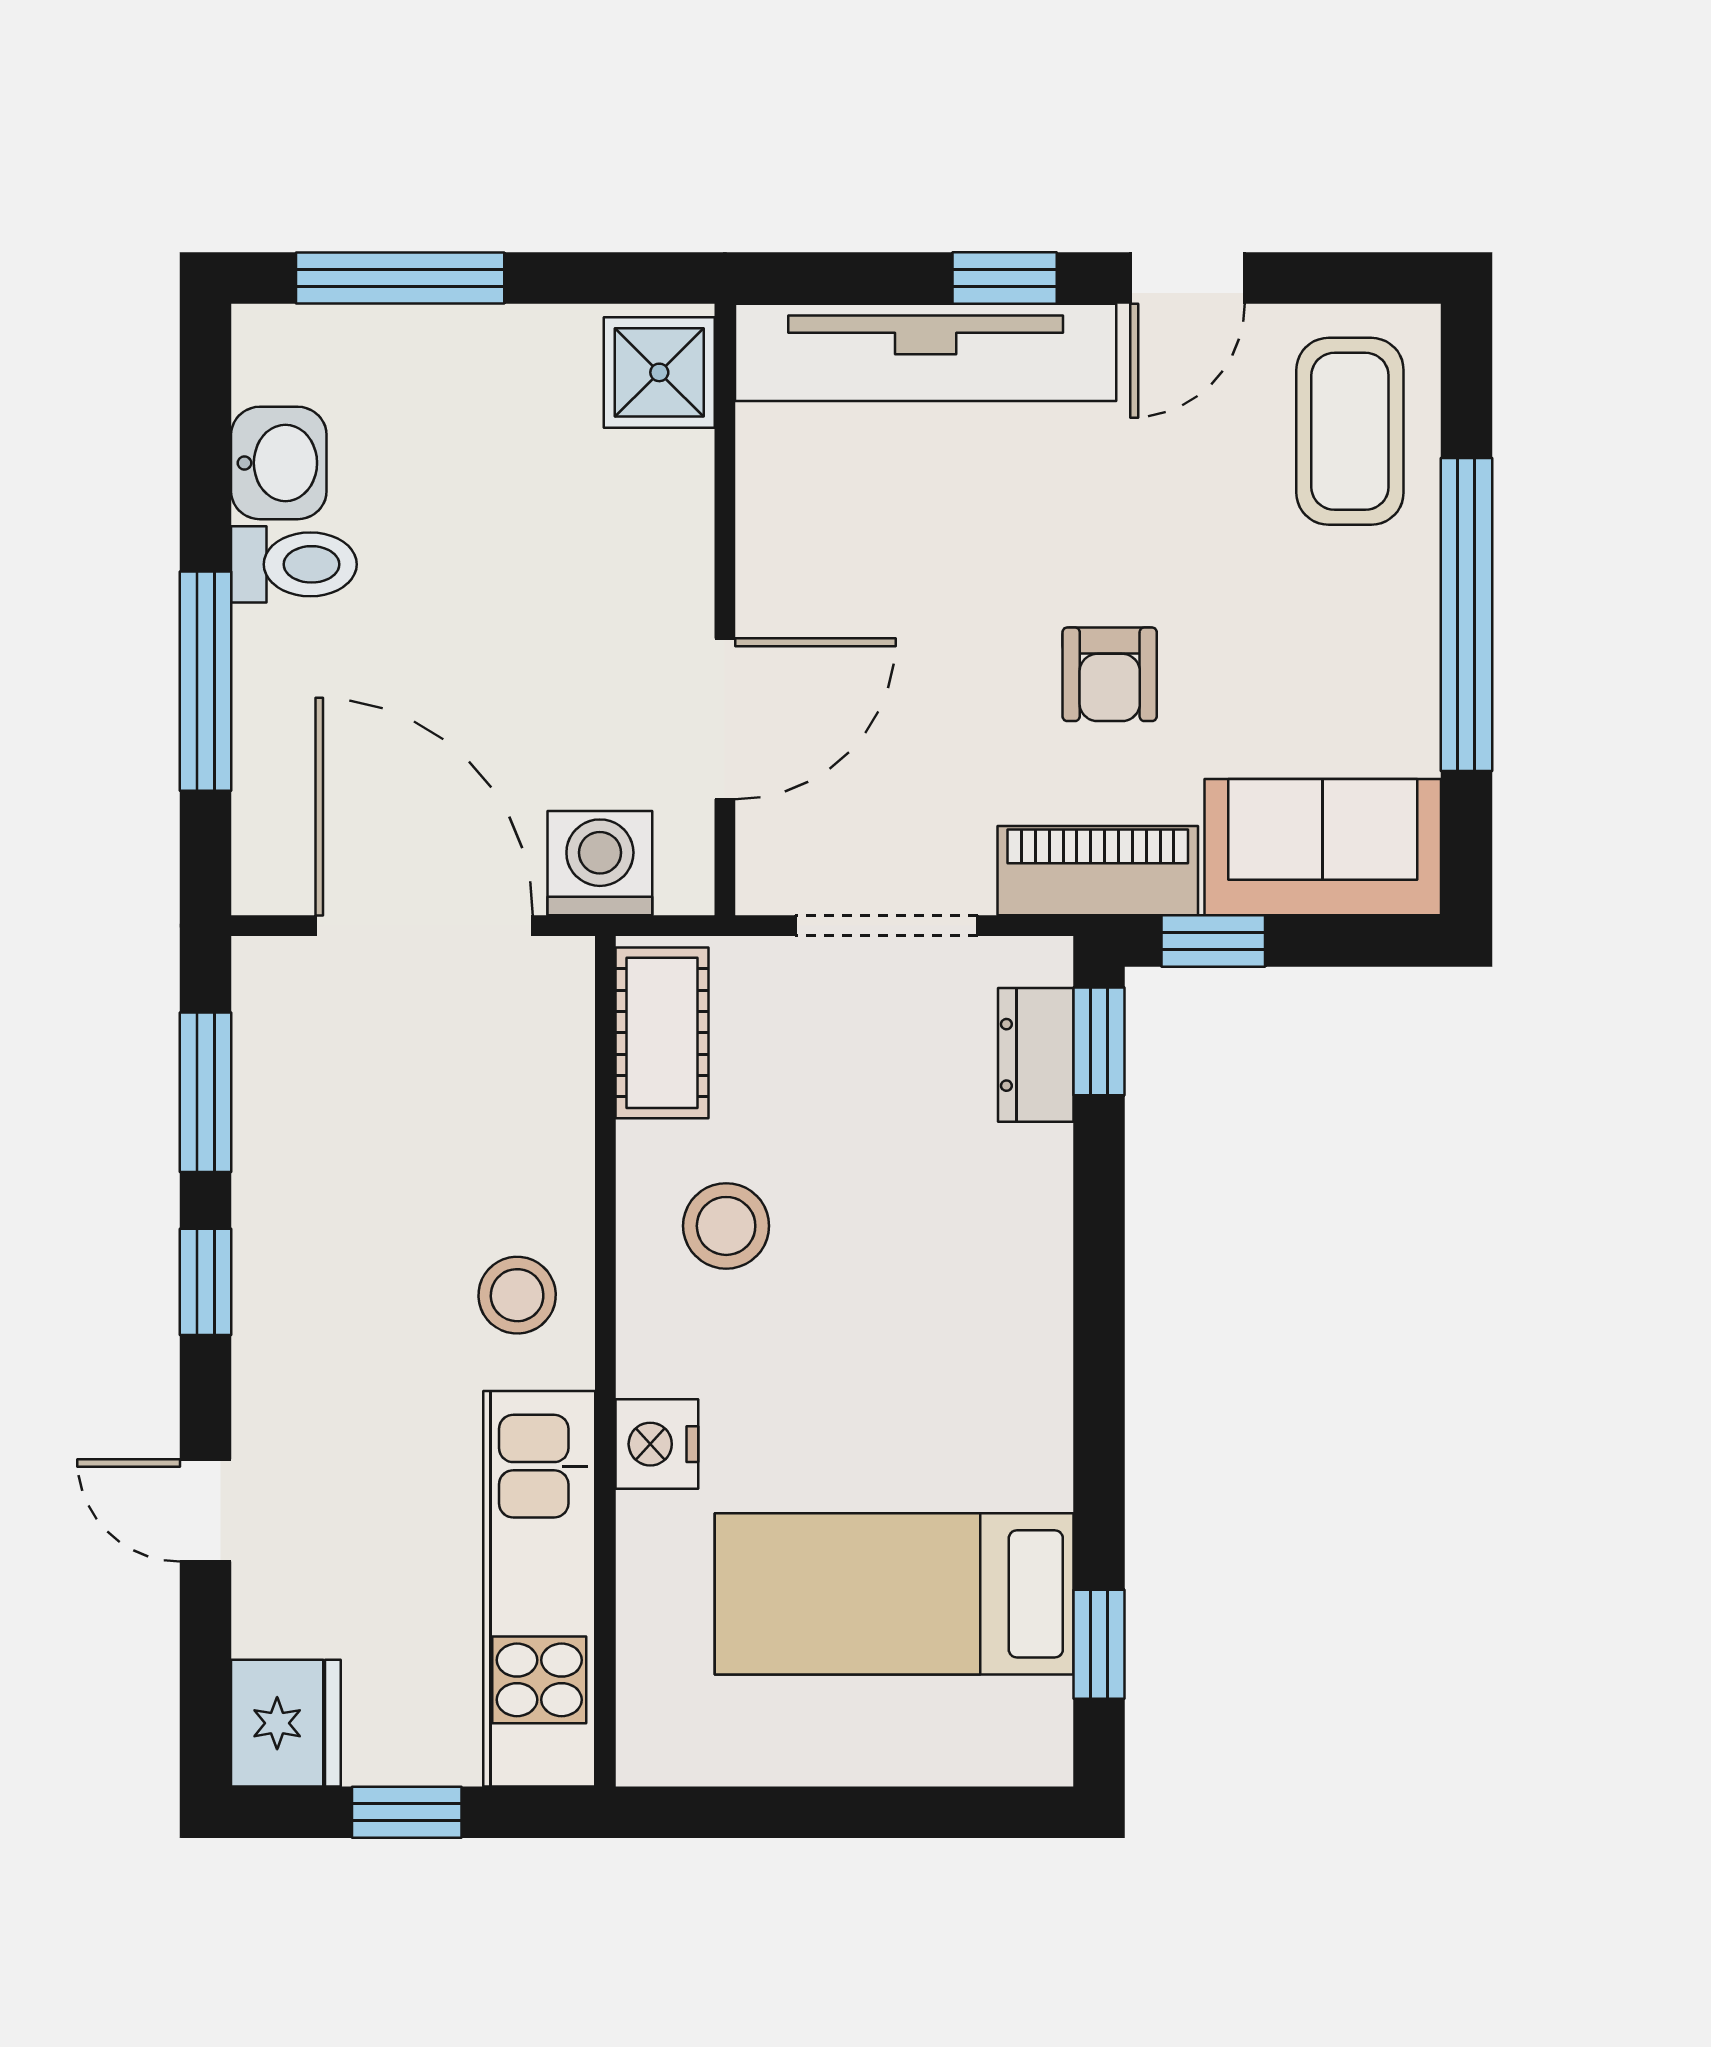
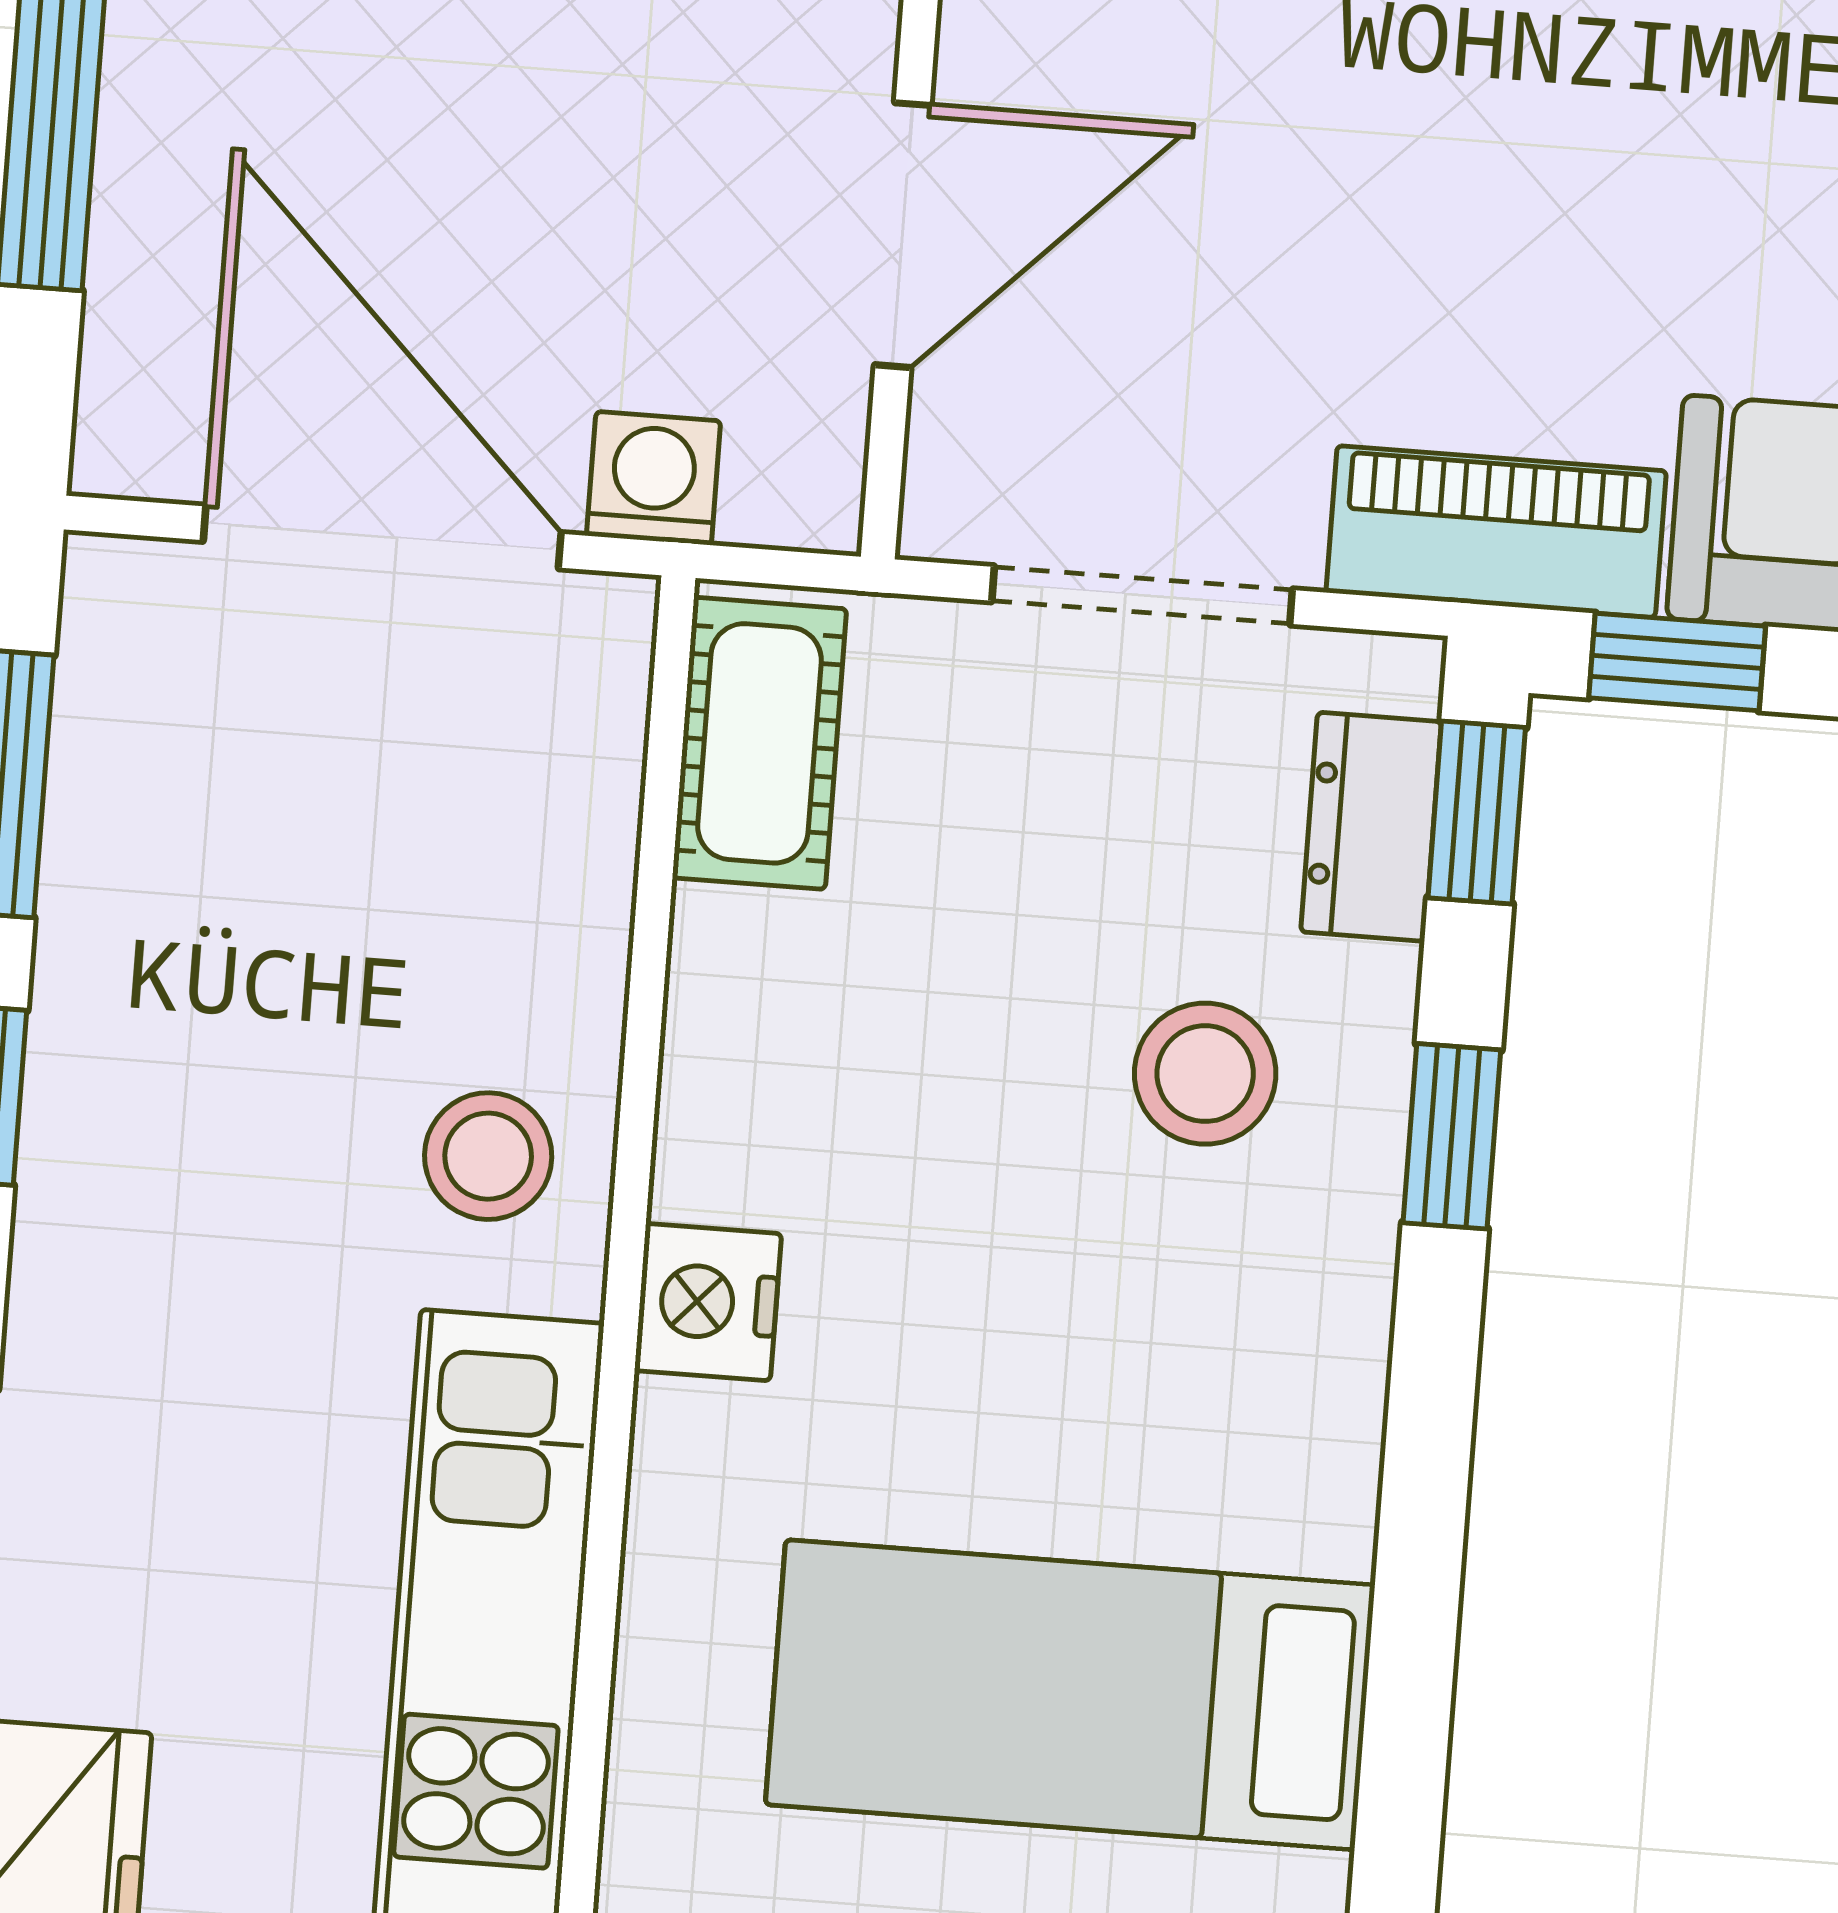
armchair: (1110, 674) -> (1541, 210), removed
washing machine: (600, 863) -> (654, 478), width x0.73, depth x0.73
stool: (726, 1226) -> (1205, 1074), moved
nightstand: (657, 1444) -> (708, 1302), moved
window: (1099, 1644) -> (1452, 1136), moved

